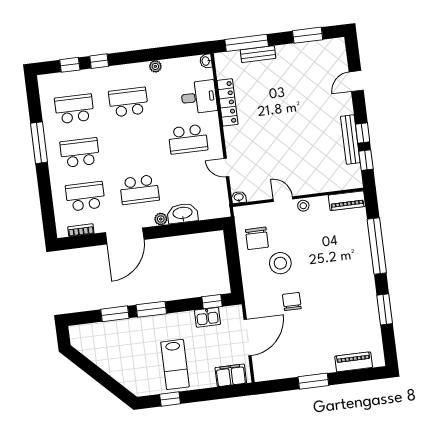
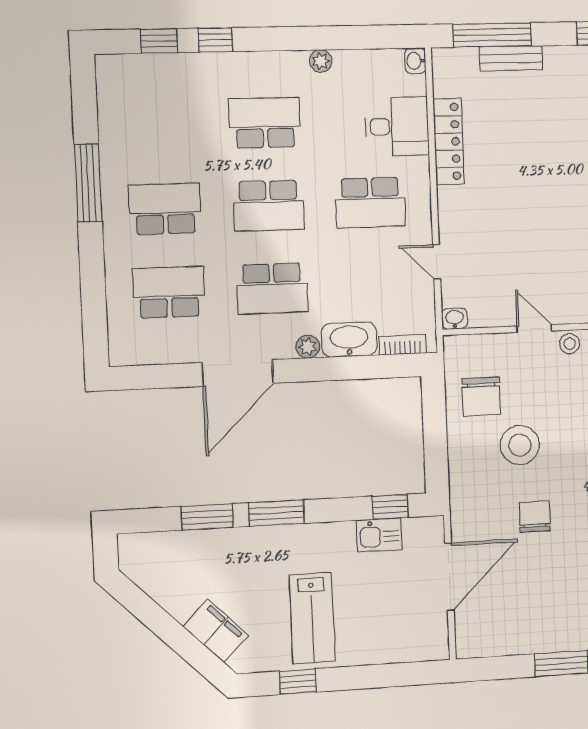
school desk: (74, 109) -> (268, 206), moved, turned 180
bookcase: (81, 230) -> (403, 345), moved
filing cabinet: (231, 375) -> (216, 631), moved, turned 45

